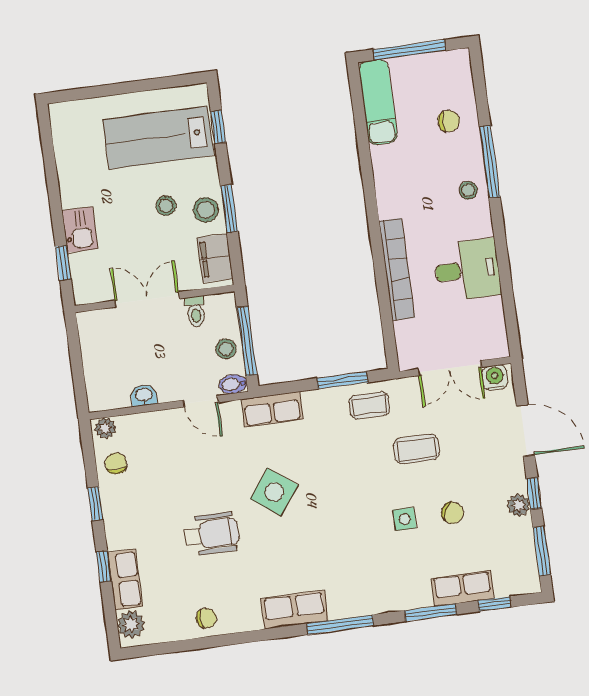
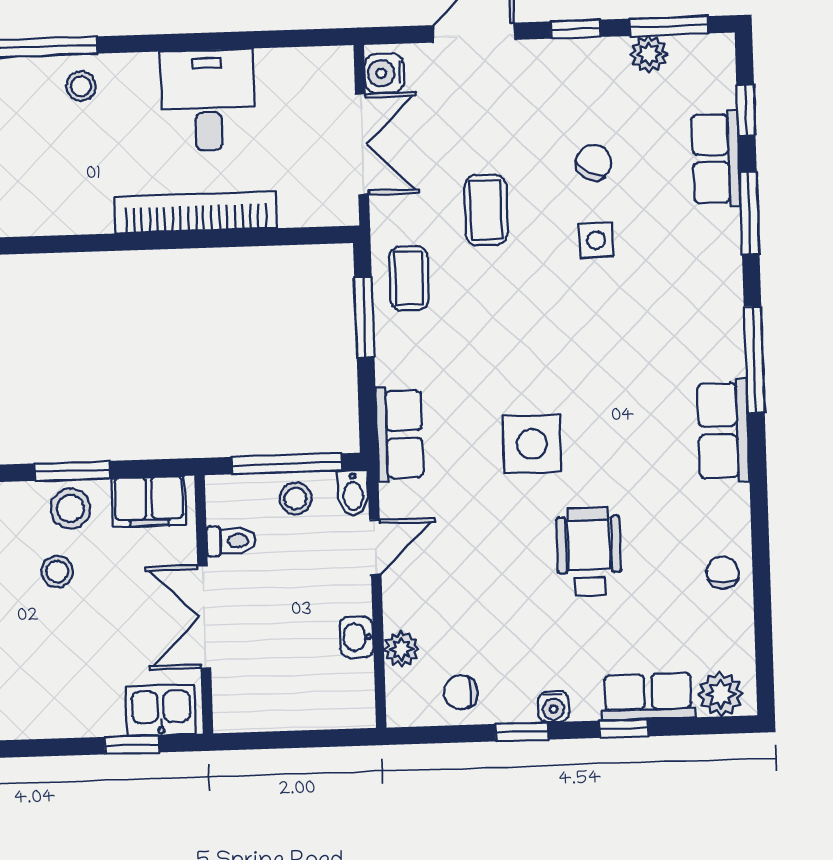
kitchen sink: (80, 230) -> (161, 710), moved
plant: (105, 428) -> (401, 649), moved
side table: (274, 492) -> (532, 444), turned -37
plant: (519, 505) -> (649, 54), moved
water cooler: (113, 522) -> (553, 707), added

